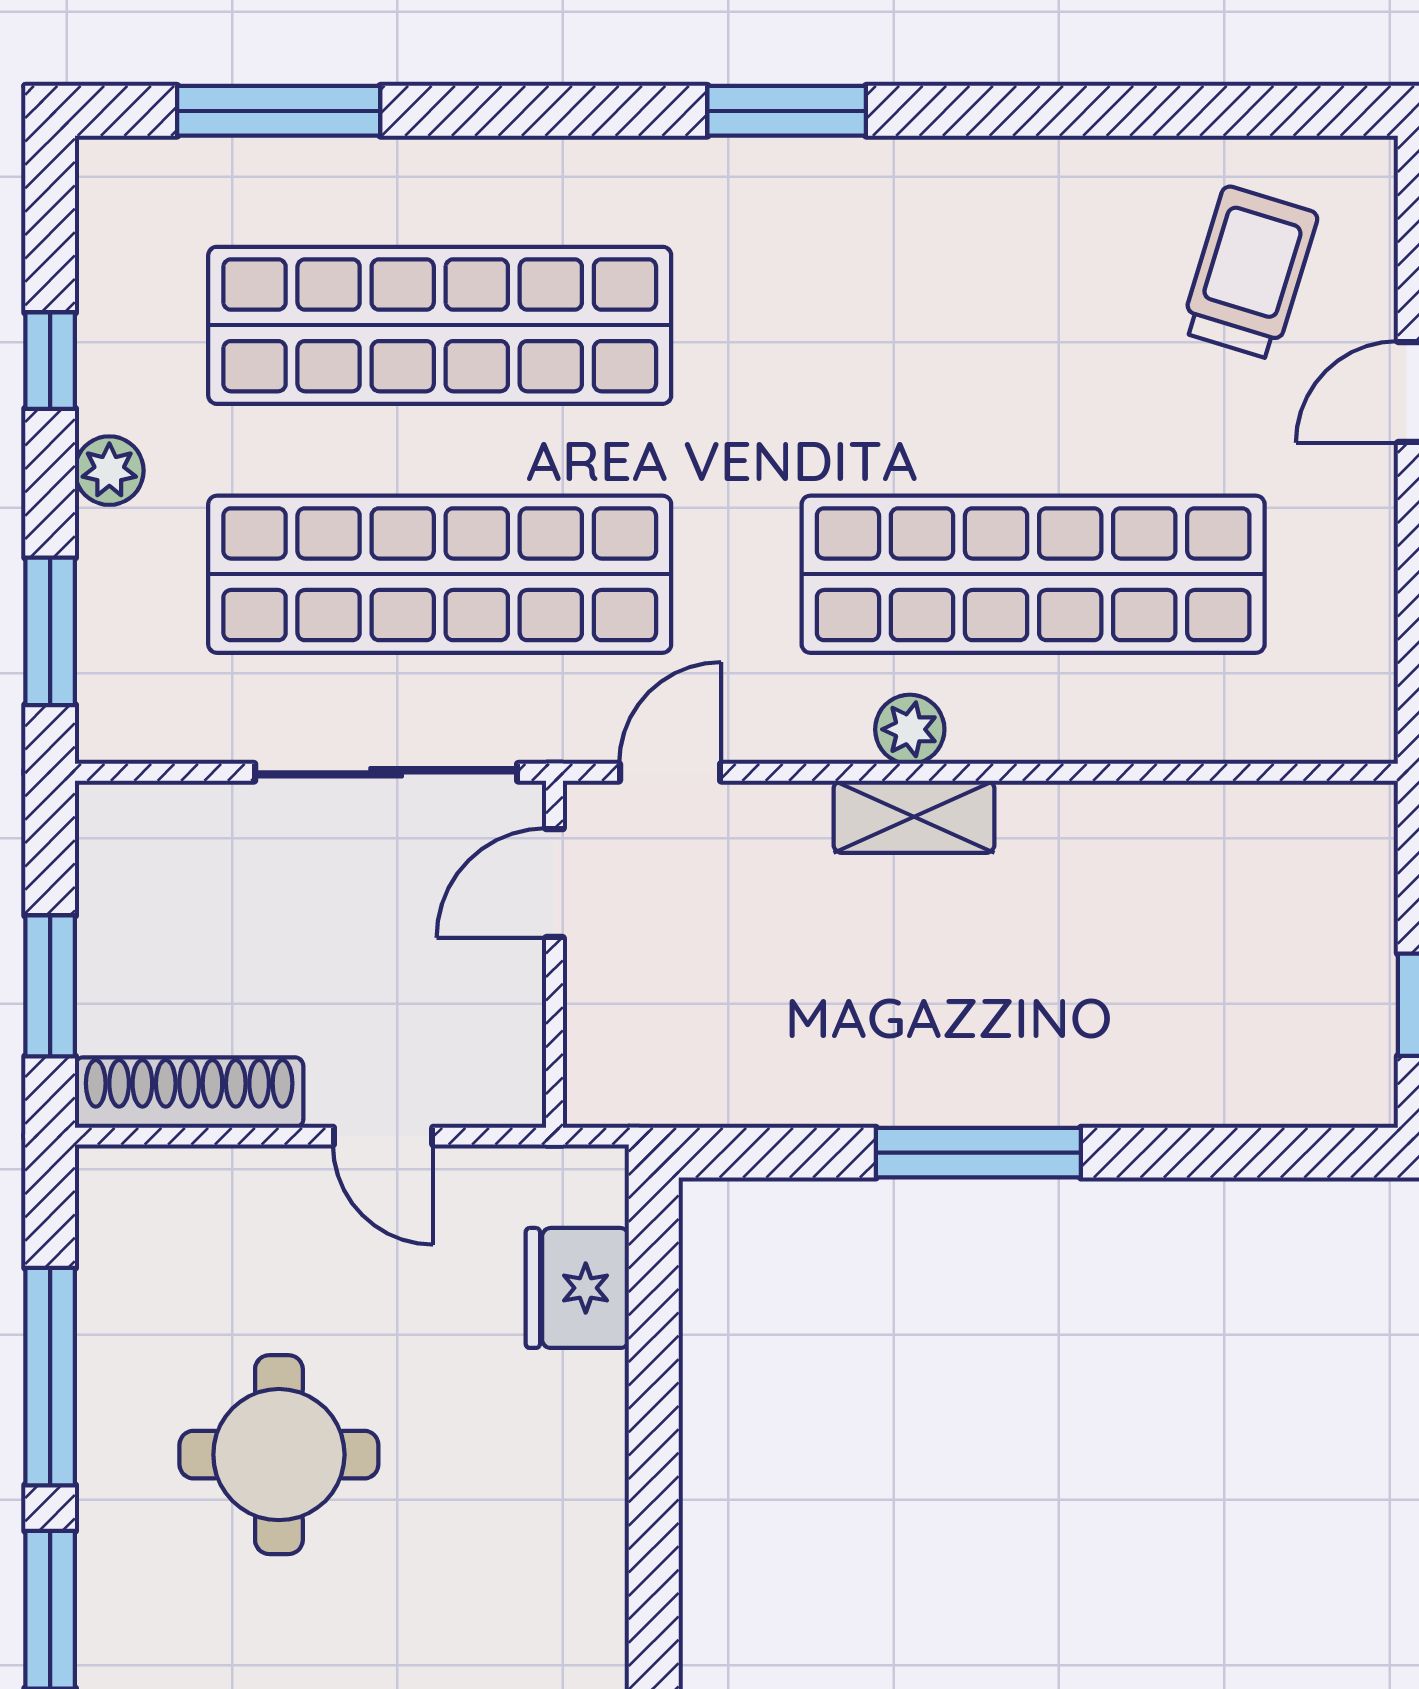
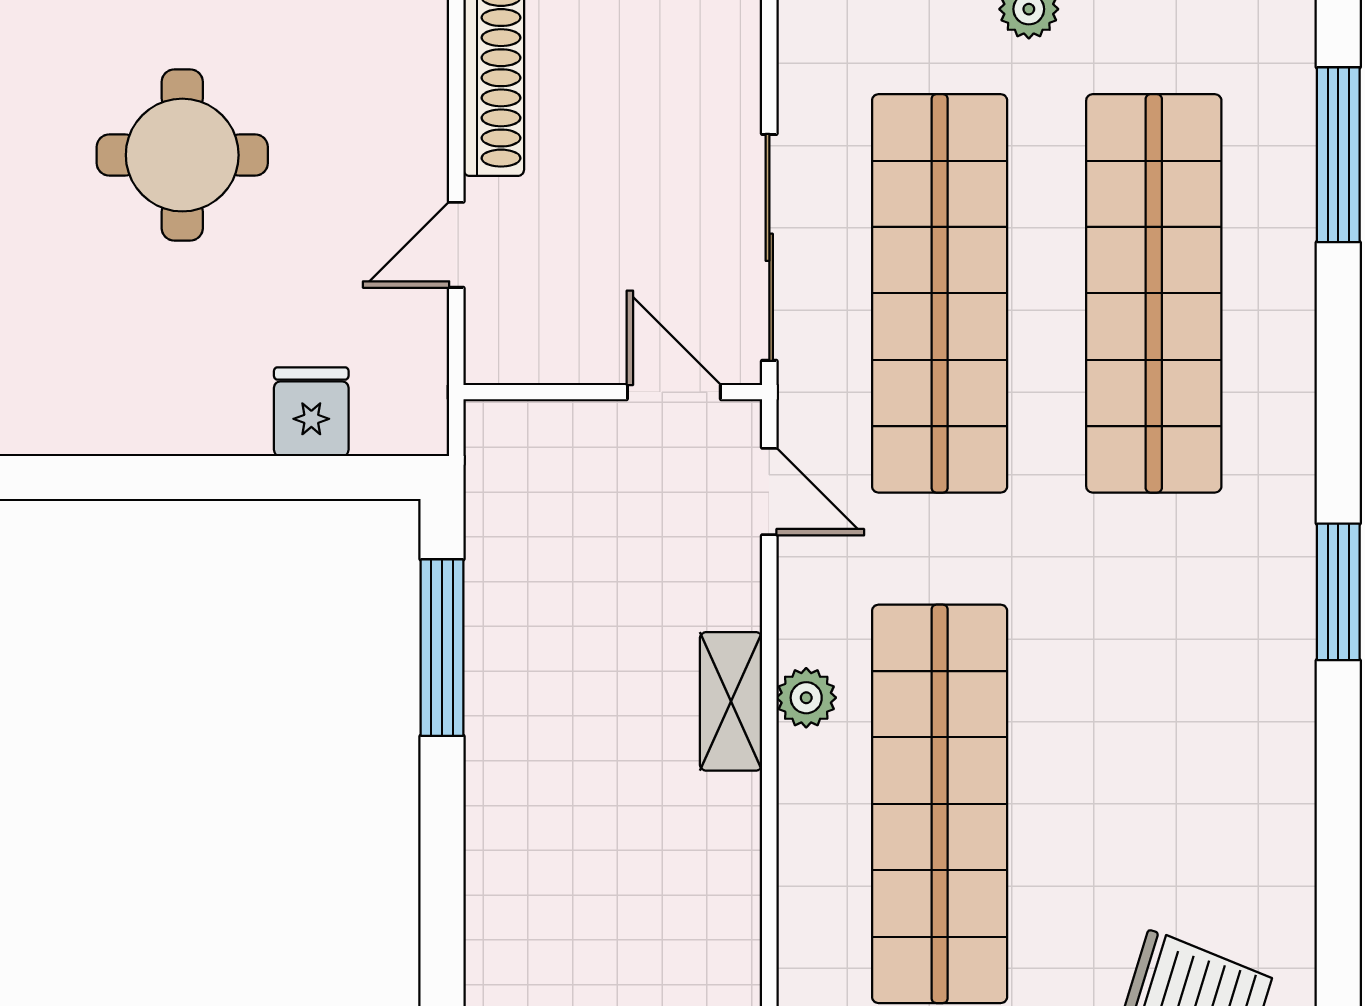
window: (978, 1153) -> (442, 648), moved
fridge: (577, 1288) -> (311, 412), width x0.72

